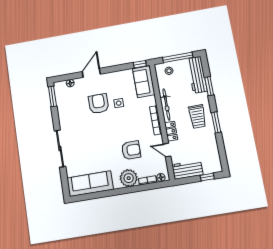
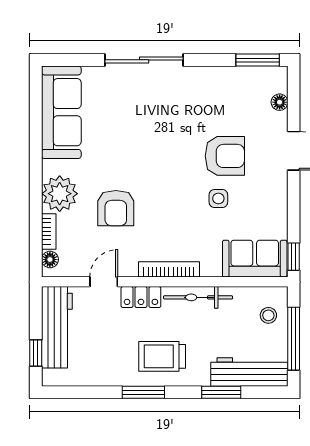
workbench: (187, 170) -> (57, 327), width x1.37

